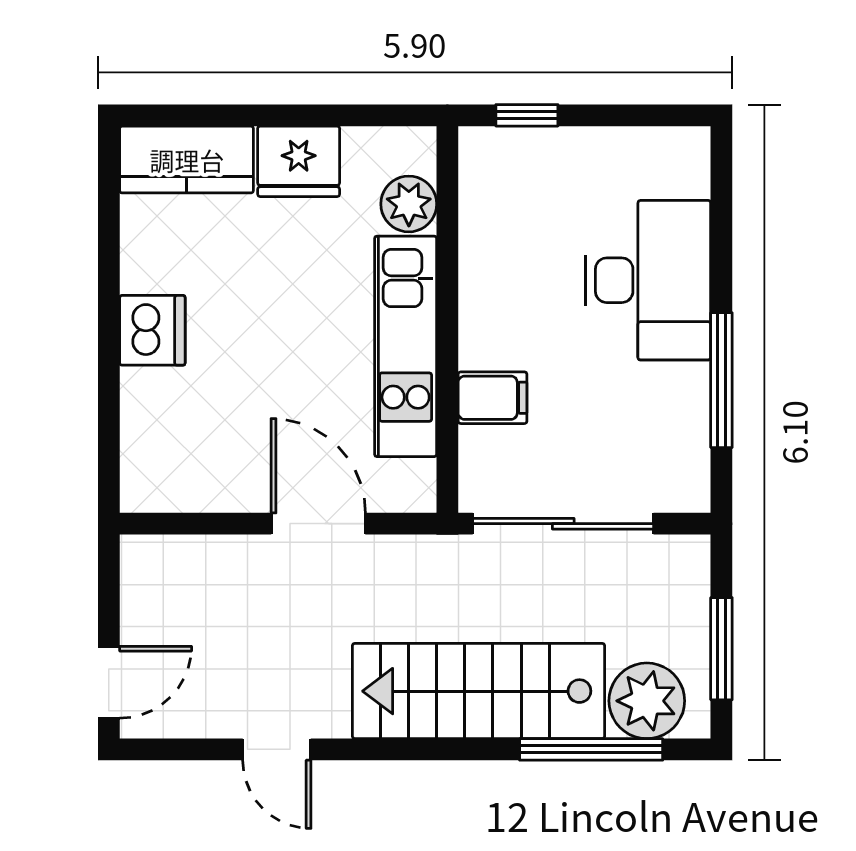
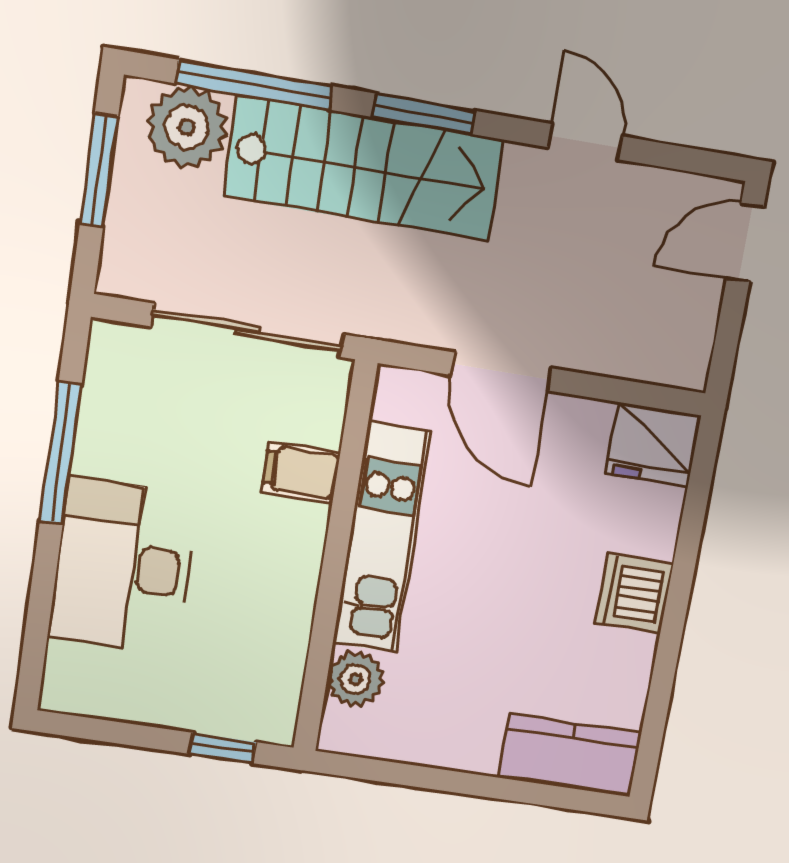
fridge: (299, 161) -> (653, 445), moved, turned 180
window: (430, 749) -> (424, 114), added

